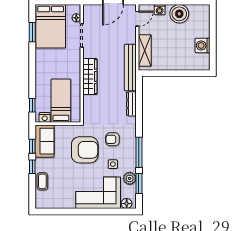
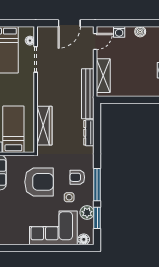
boiler: (179, 14) -> (140, 32), width x0.54, depth x0.54
wardrobe: (90, 76) -> (44, 126), moved
armchair: (113, 139) -> (77, 177), moved

